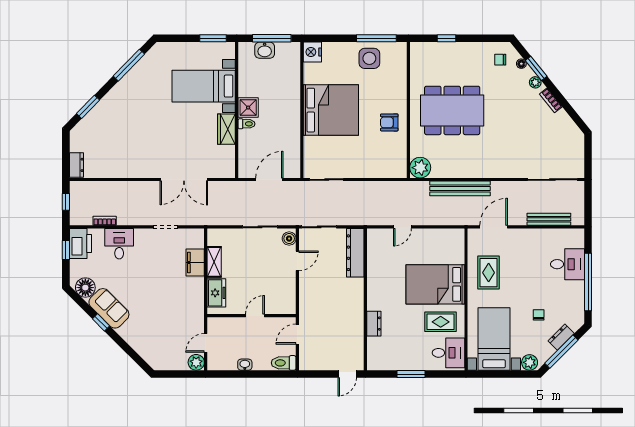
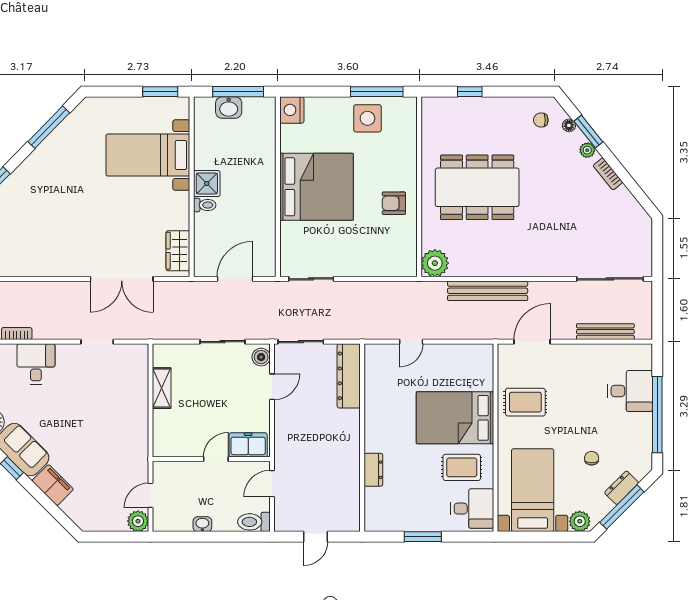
wardrobe: (226, 129) -> (178, 251), moved
filing cabinet: (195, 262) -> (53, 485), moved, turned 135
rug: (489, 273) -> (525, 402), turned 90
freezer: (216, 293) -> (248, 445), moved, turned -90
door: (347, 374) -> (316, 537), moved

